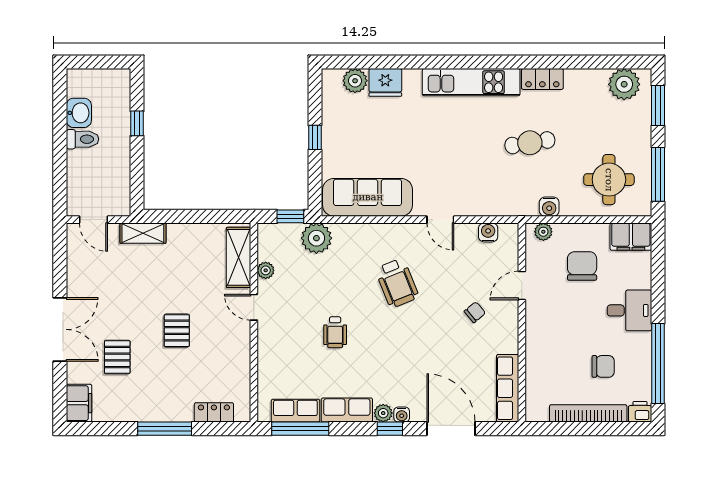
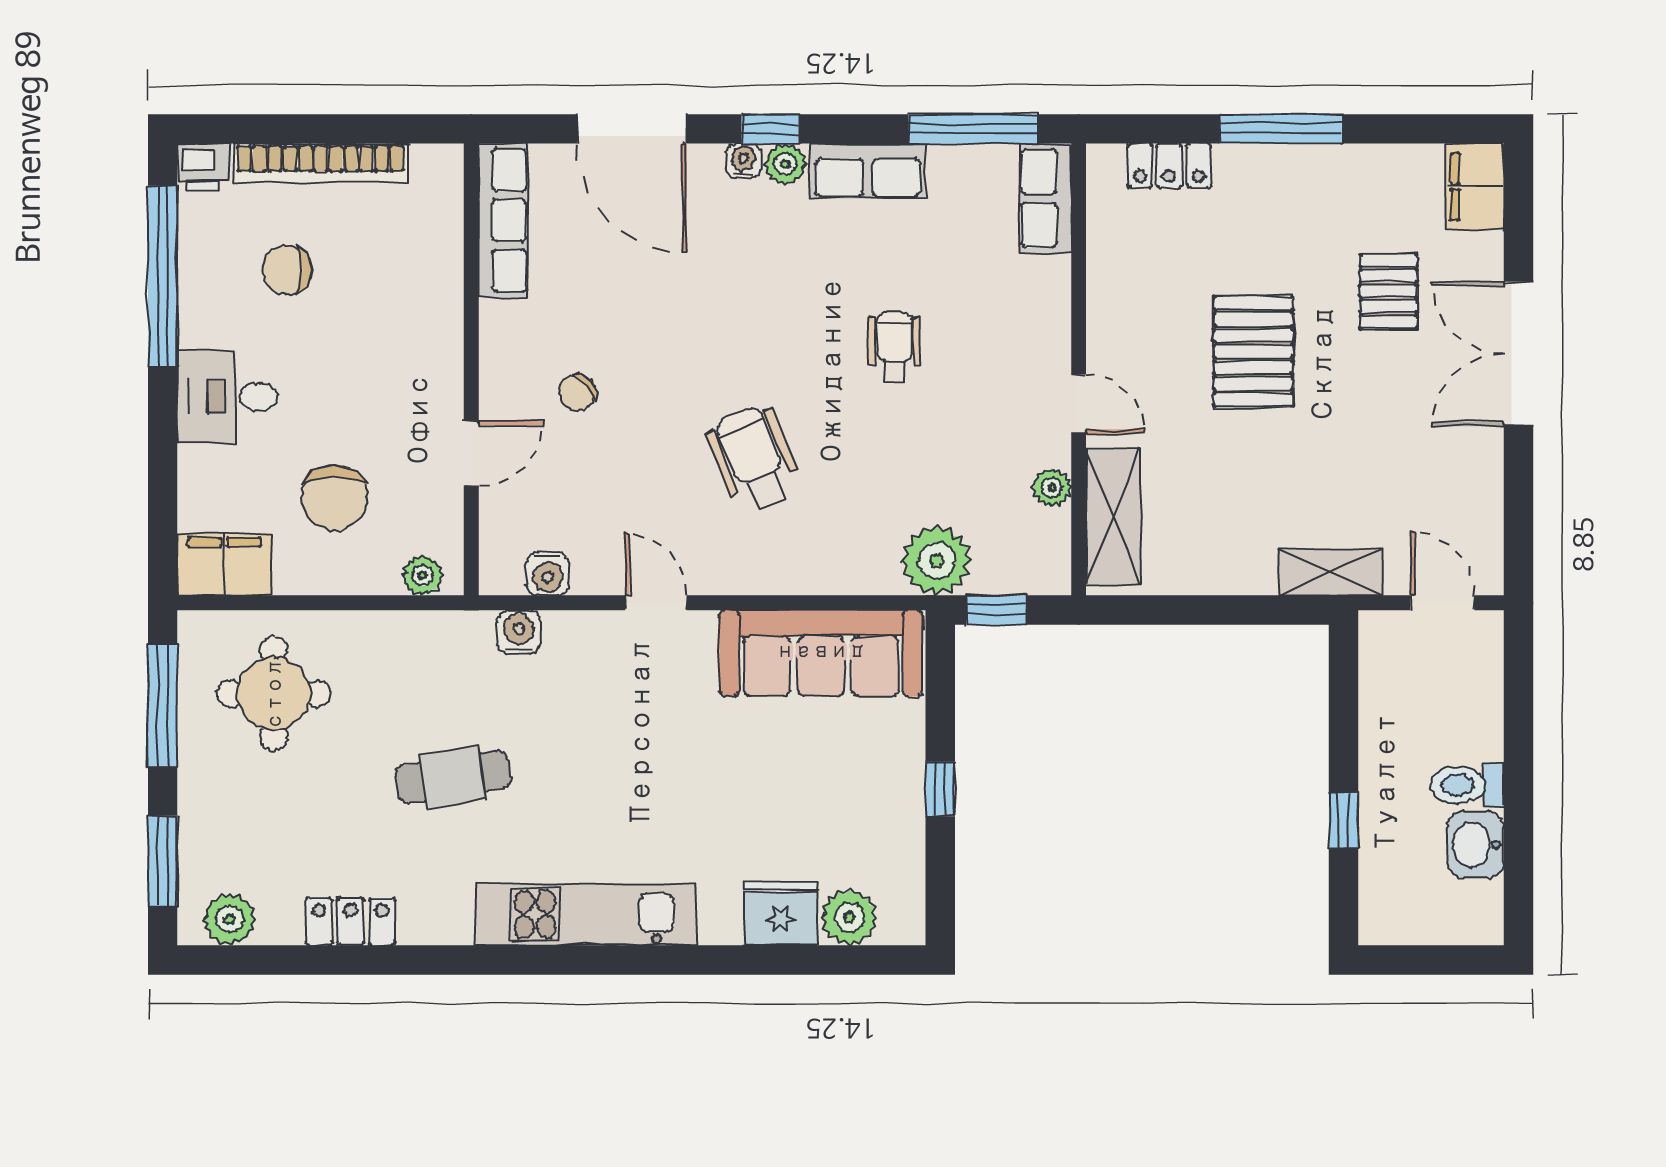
locker: (542, 79) -> (351, 922), moved
plant: (624, 84) -> (230, 919), width x0.73, depth x0.73
water cooler: (549, 207) -> (519, 632), moved
pallet: (177, 331) -> (1253, 351), width x1.50, depth x1.42
row of seats: (295, 411) -> (1045, 198), moved, turned 90

